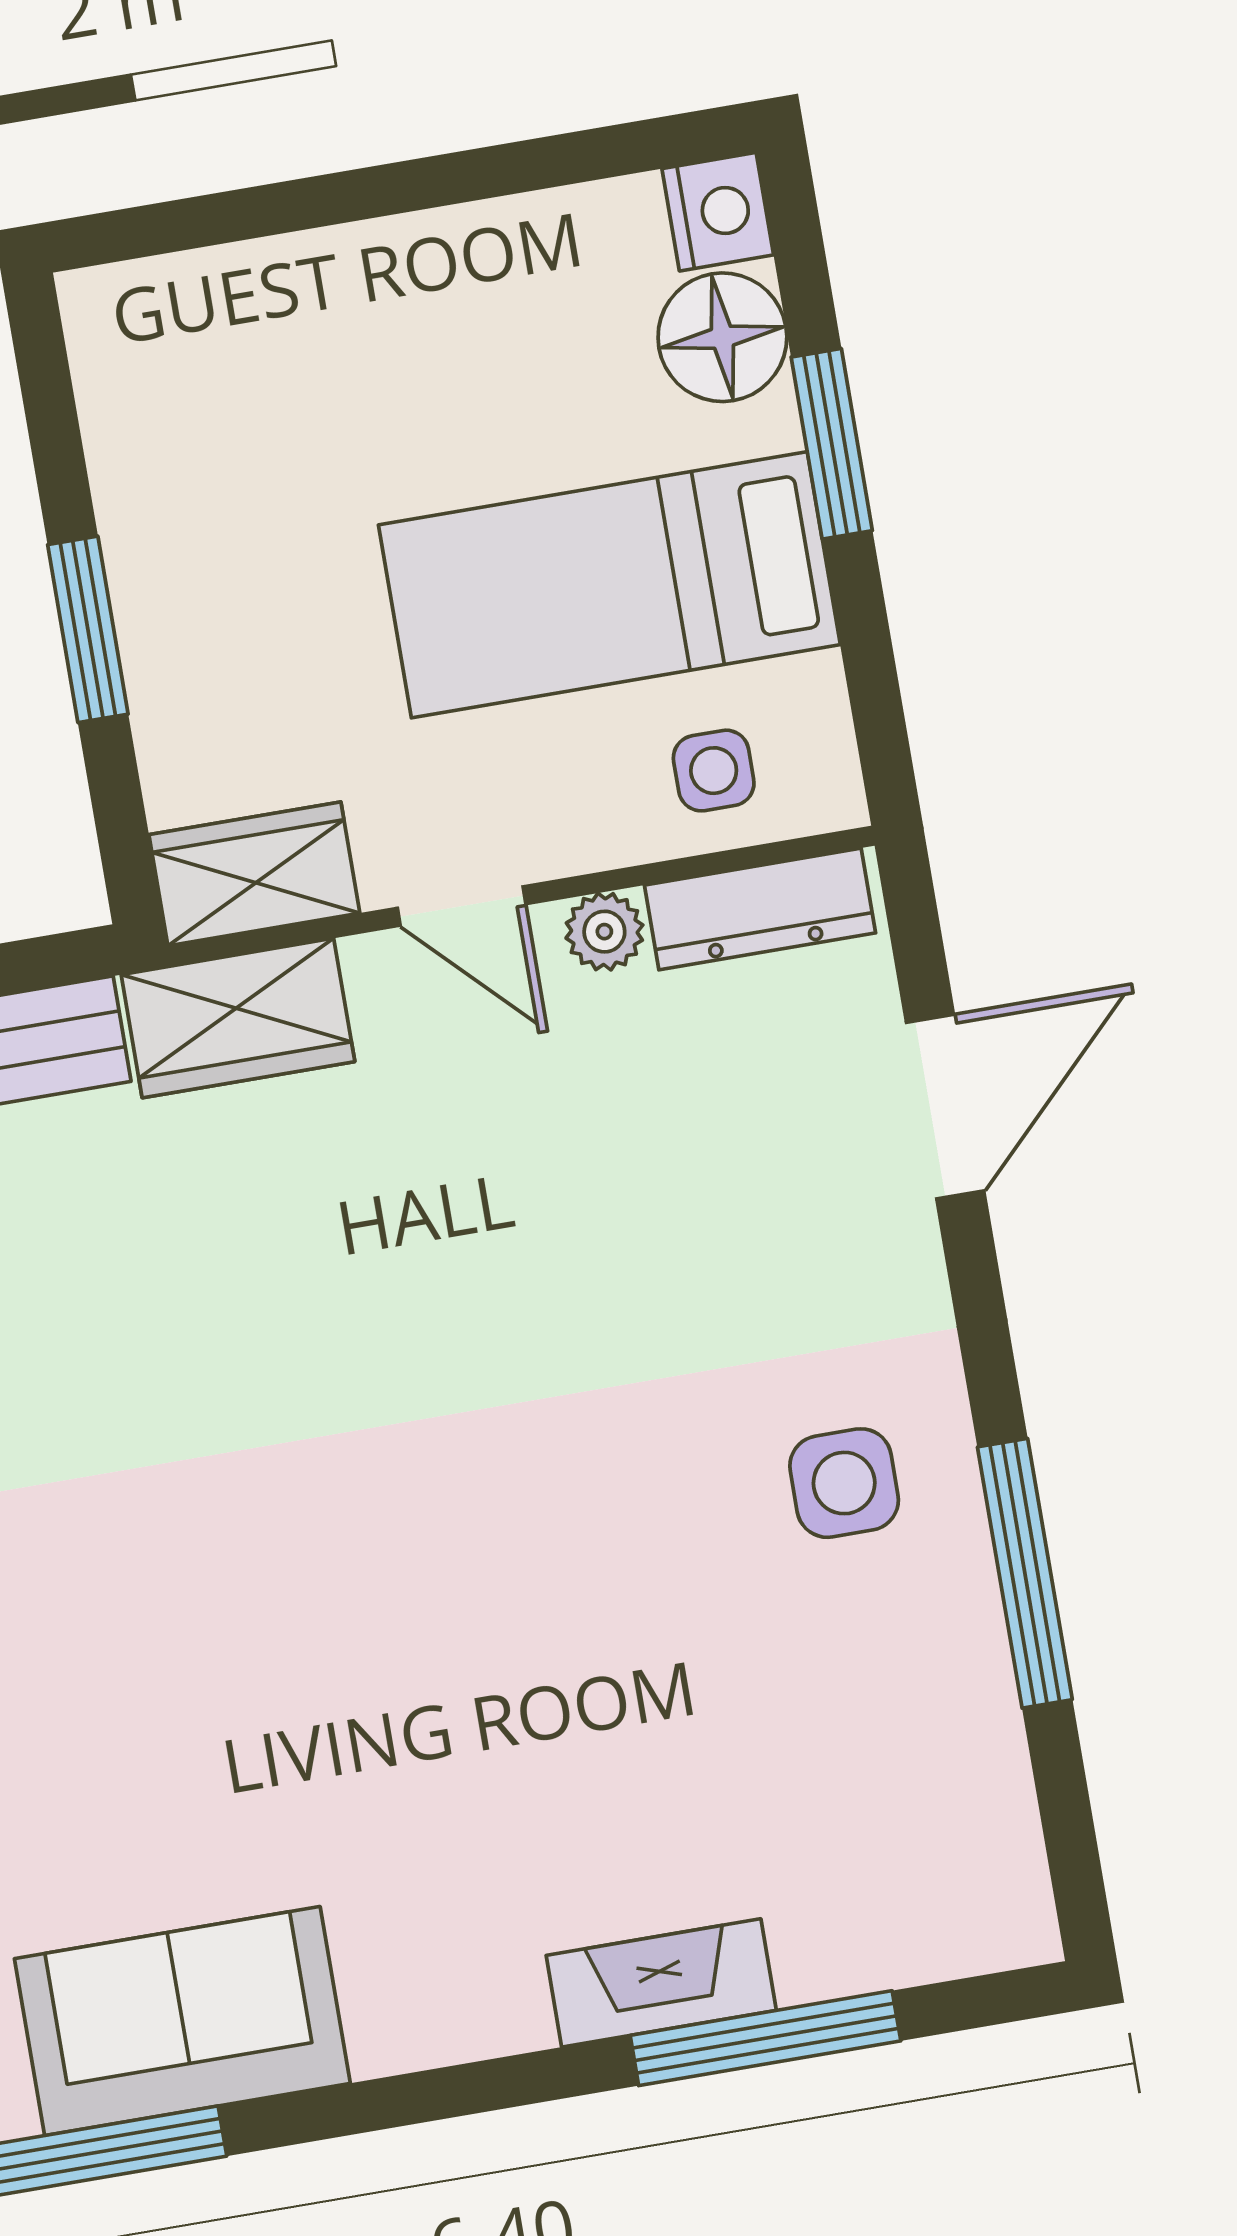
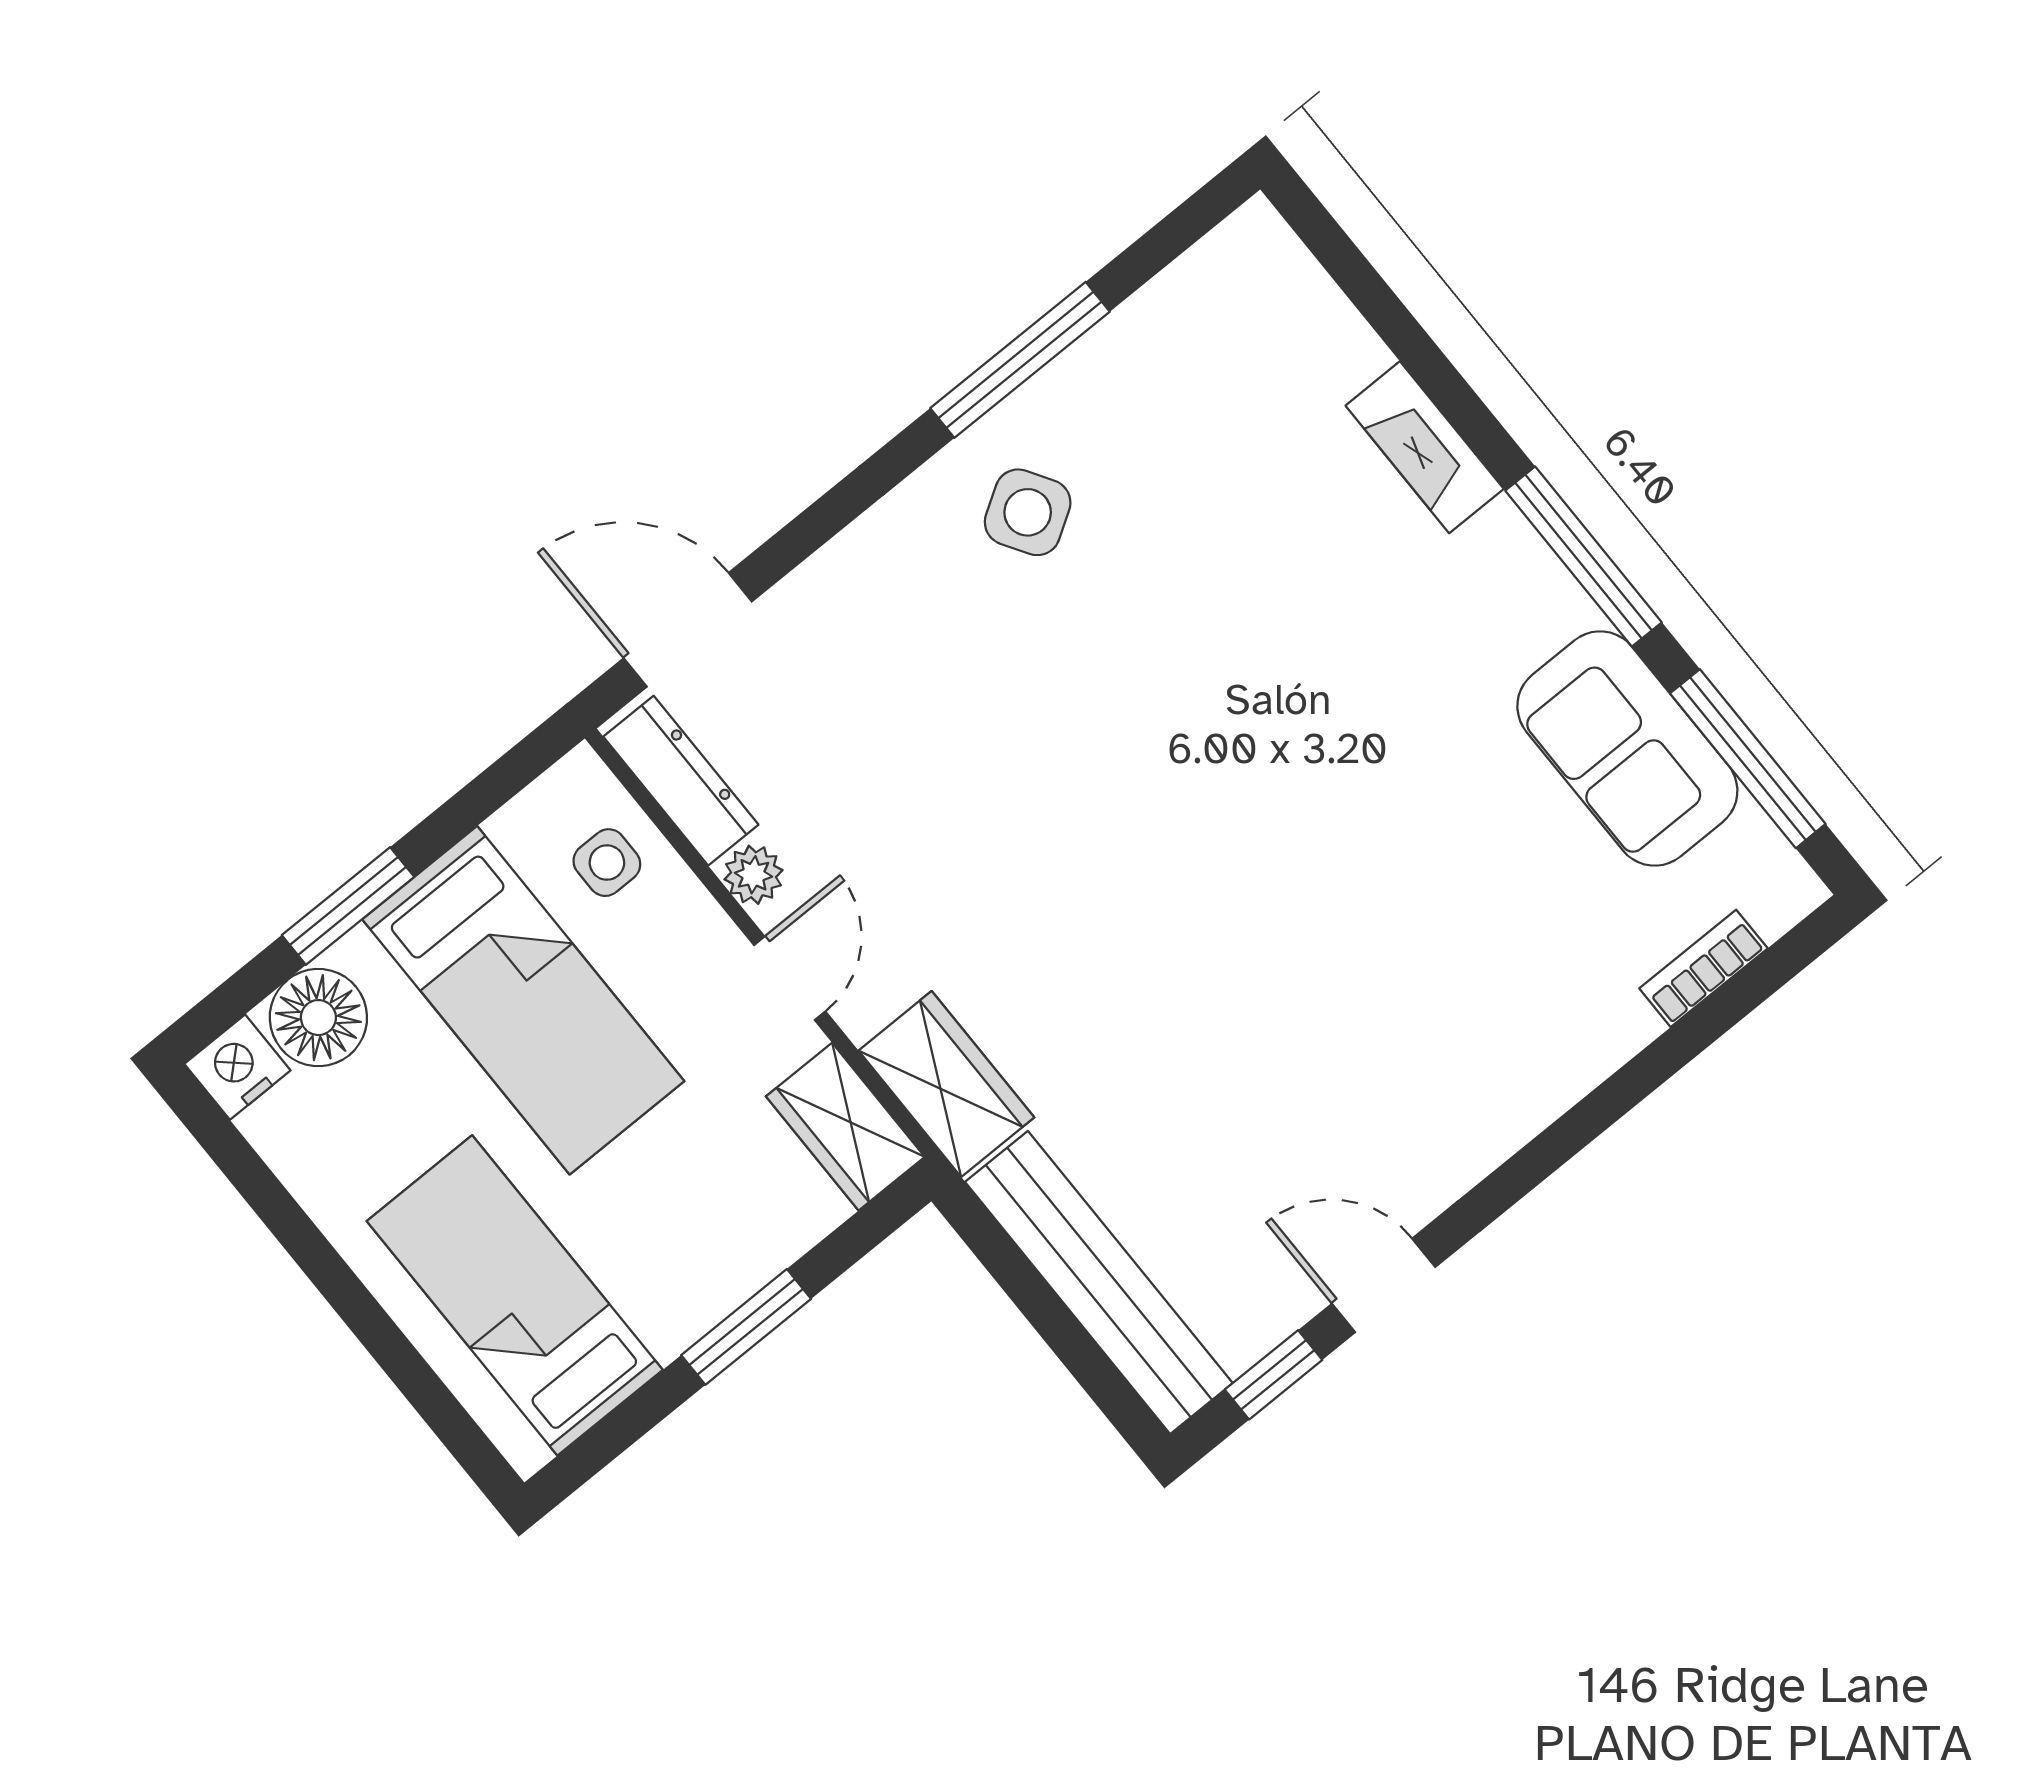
bed: (275, 383) -> (515, 1295), added
door: (945, 1107) -> (688, 630), moved
side table: (844, 1483) -> (1028, 512), turned -32
window: (765, 2038) -> (1584, 556), moved

